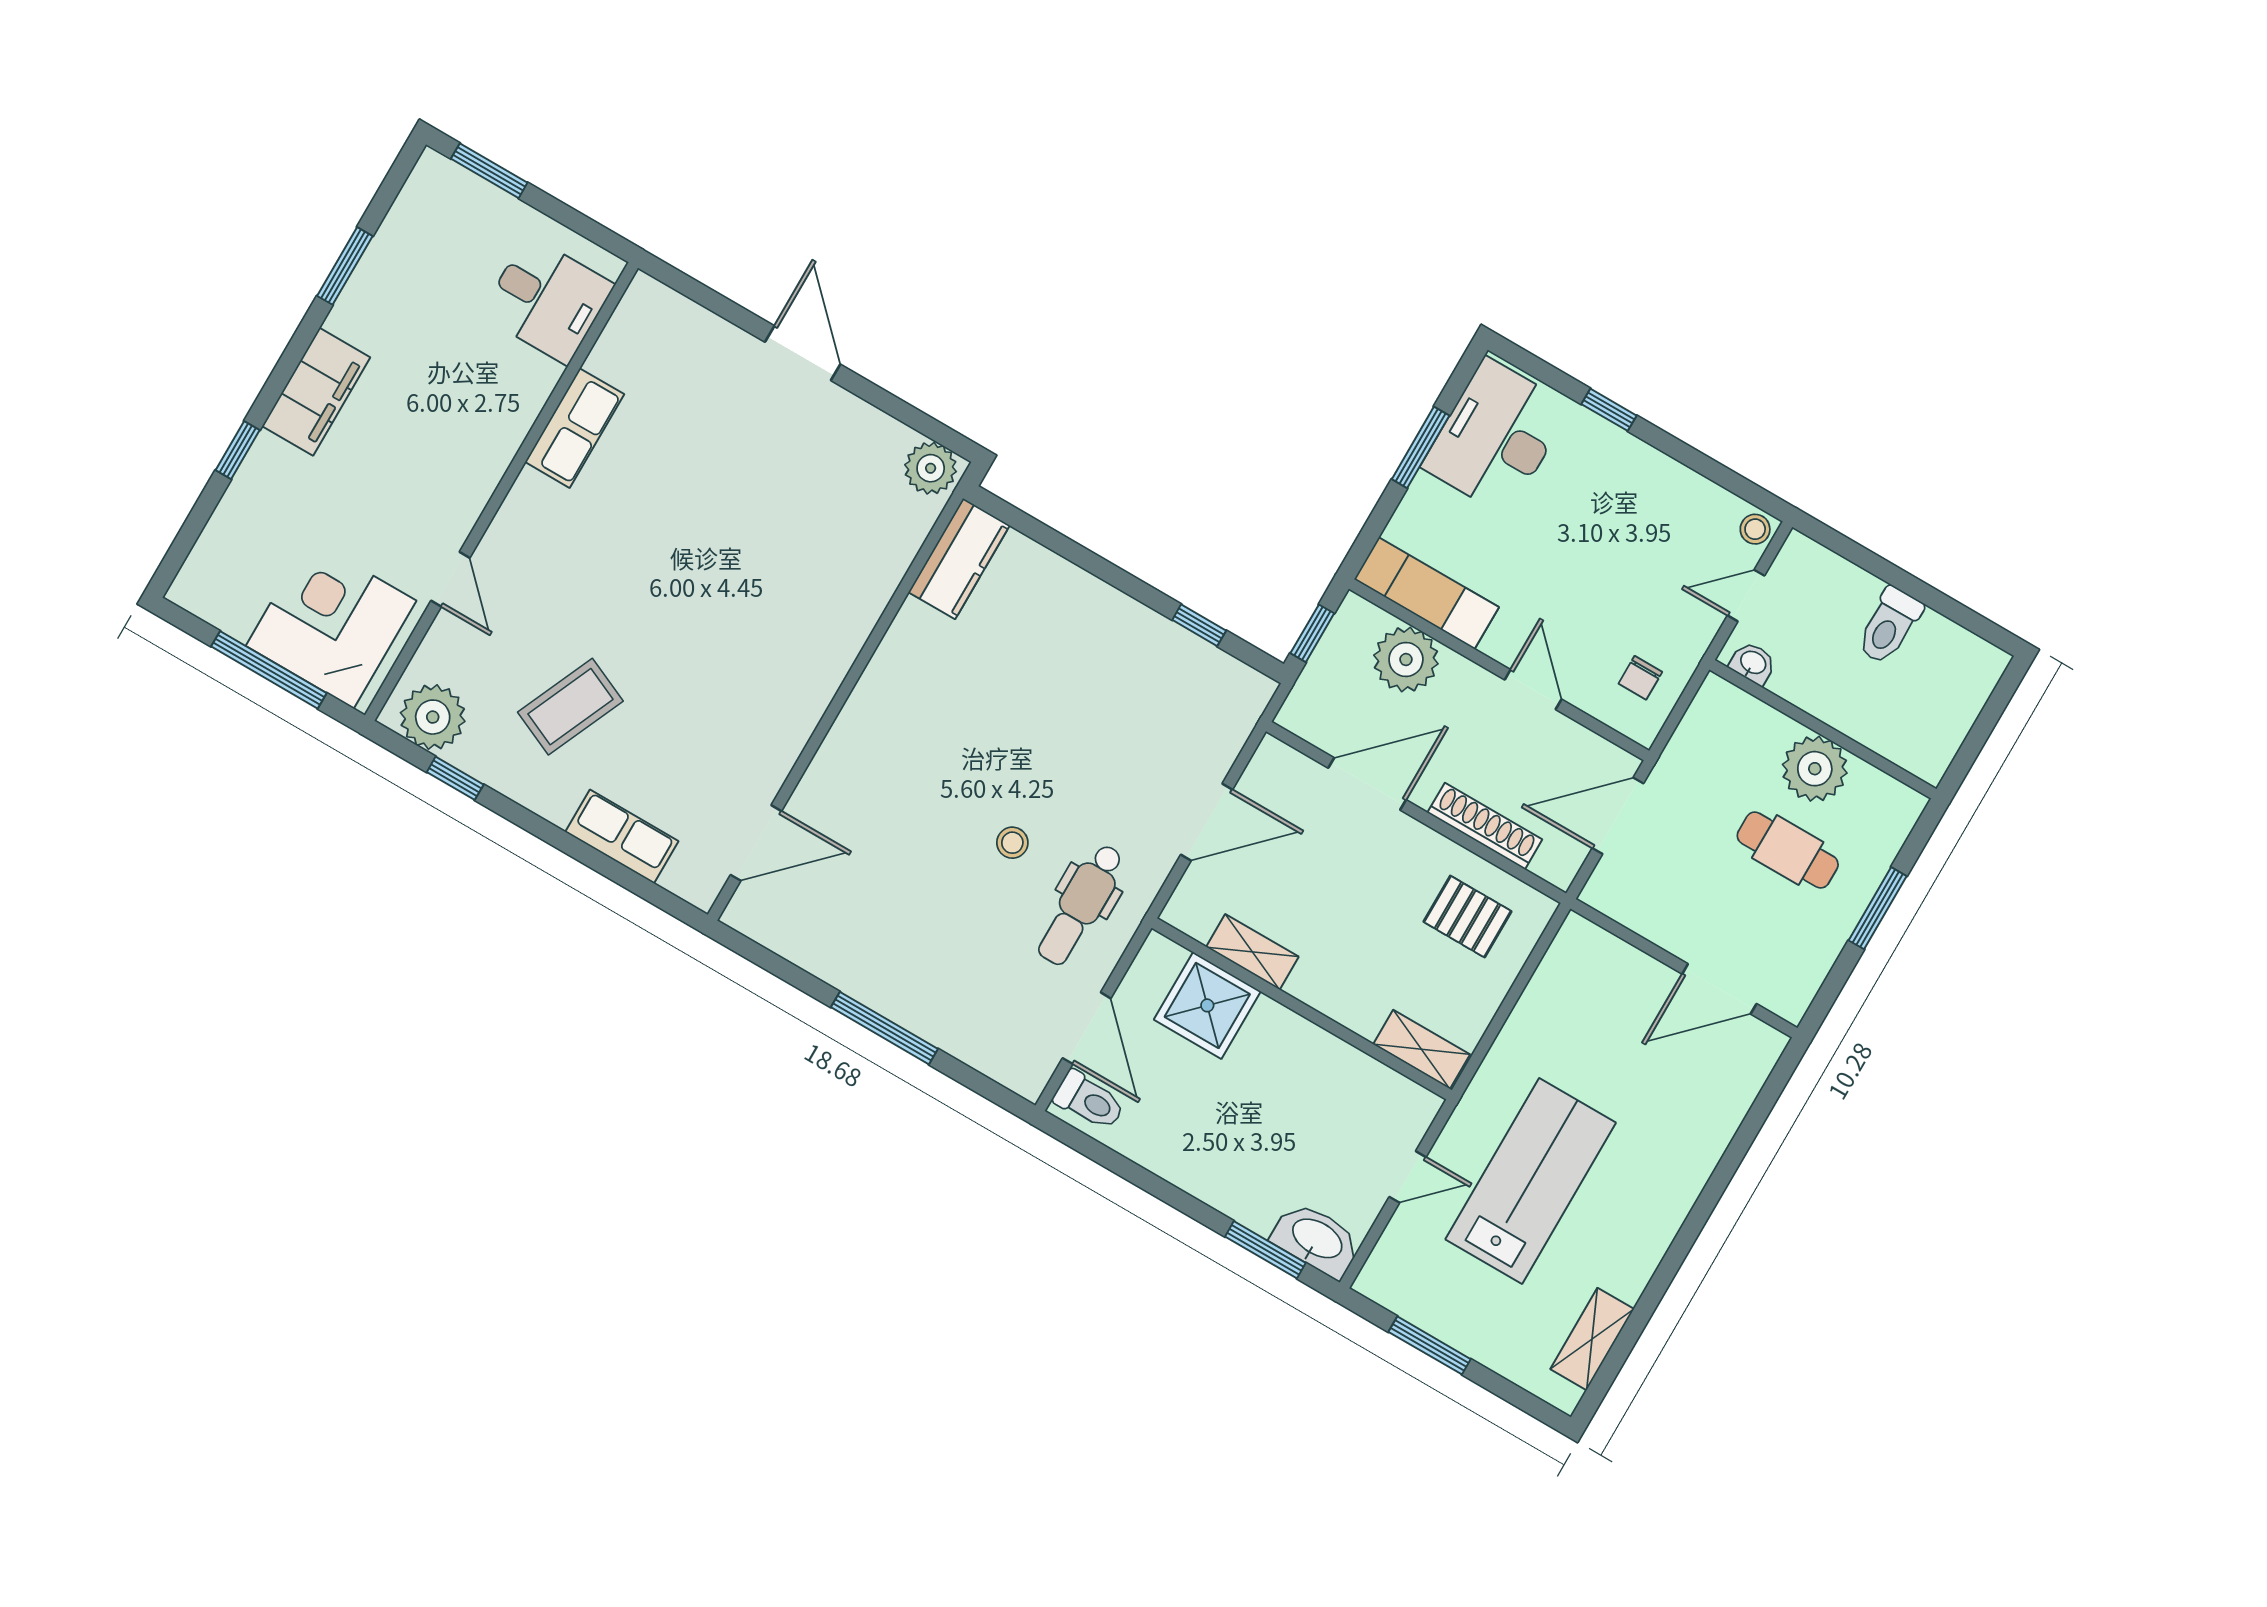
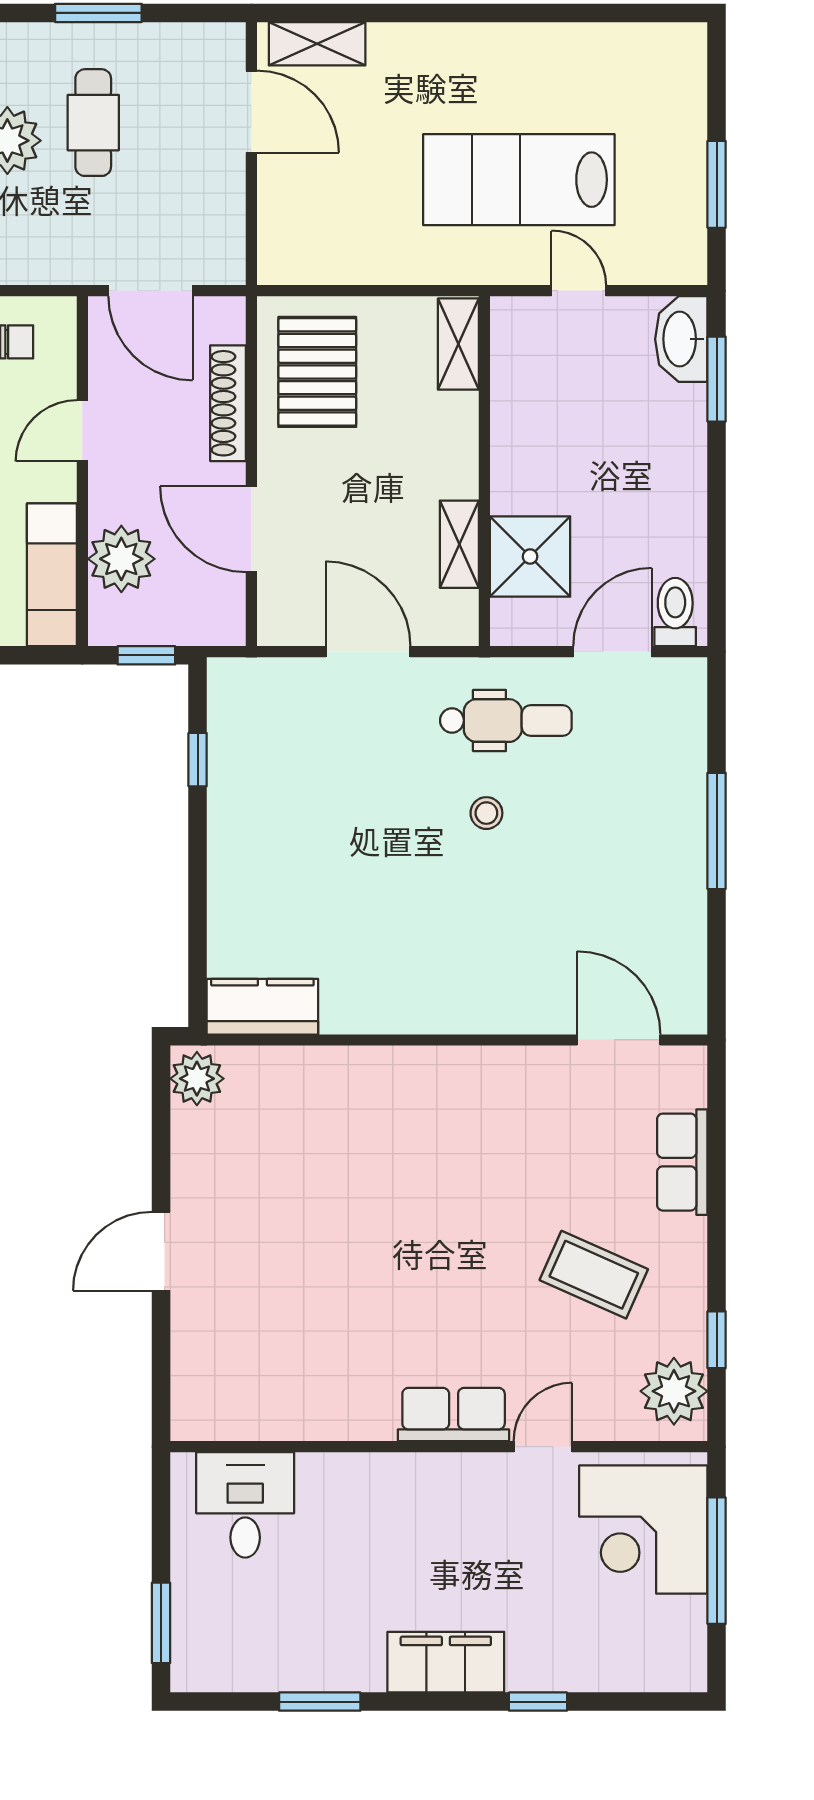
row of seats: (575, 428) -> (454, 1415), moved
pallet: (1467, 917) -> (317, 372), width x1.50, depth x1.42
shelving: (1592, 1339) -> (317, 44), moved

